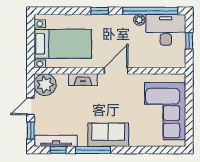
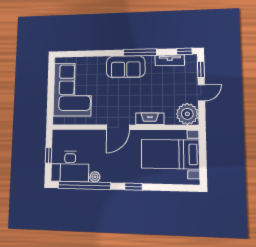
tv unit: (56, 141) -> (170, 60), width x0.71
window: (58, 150) -> (184, 51), moved

